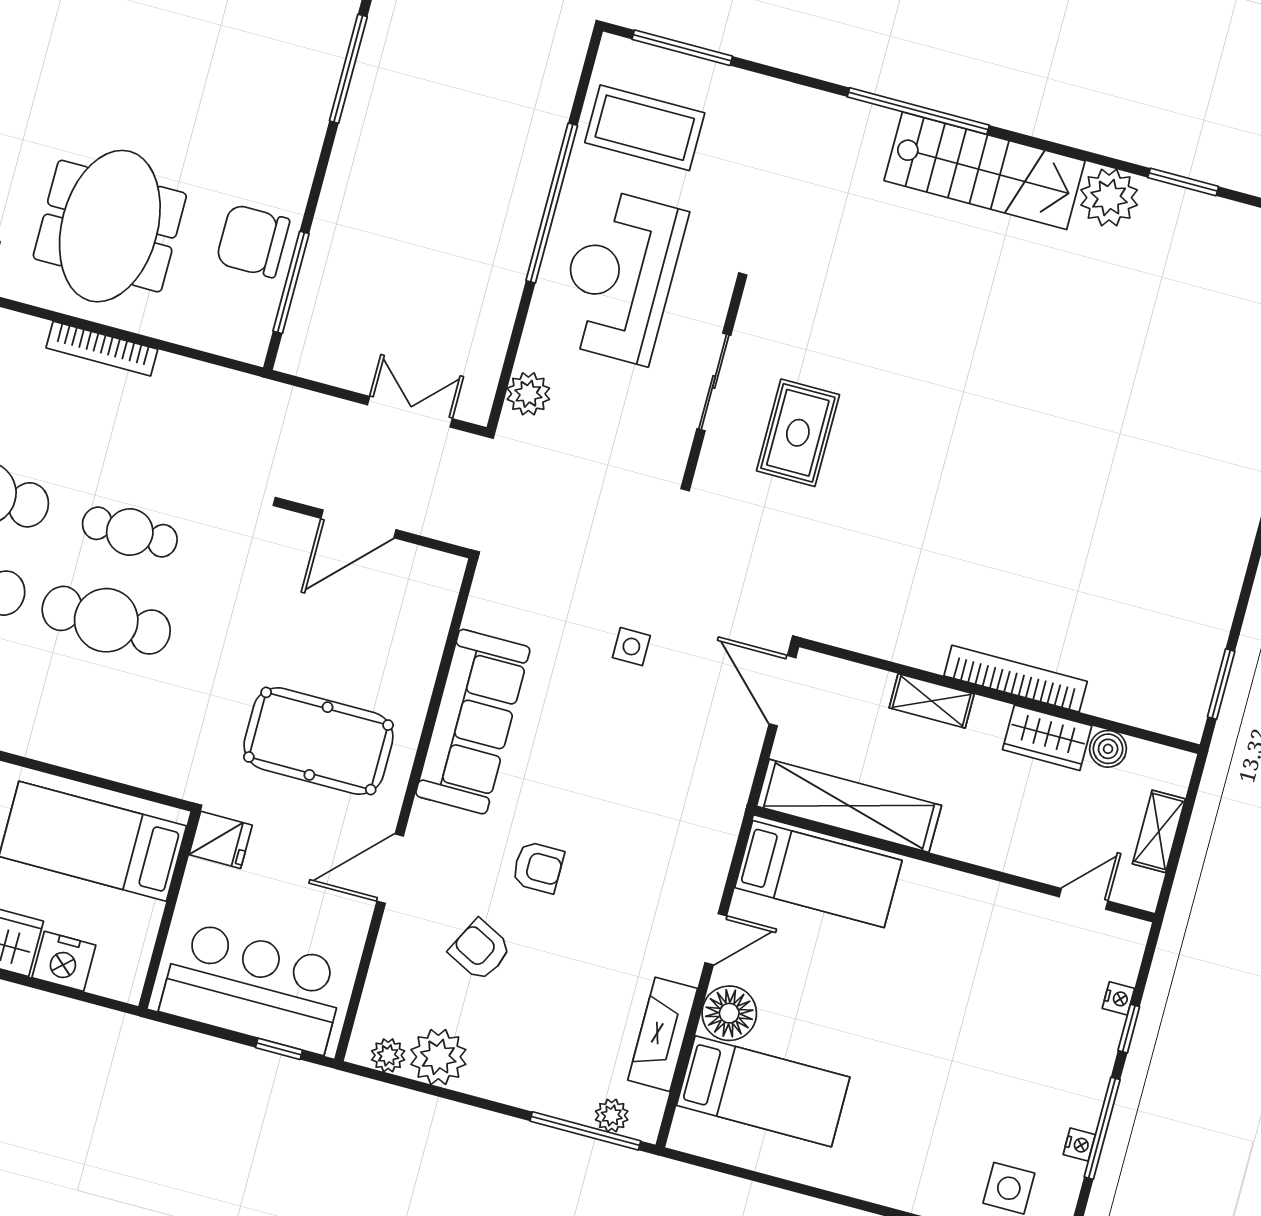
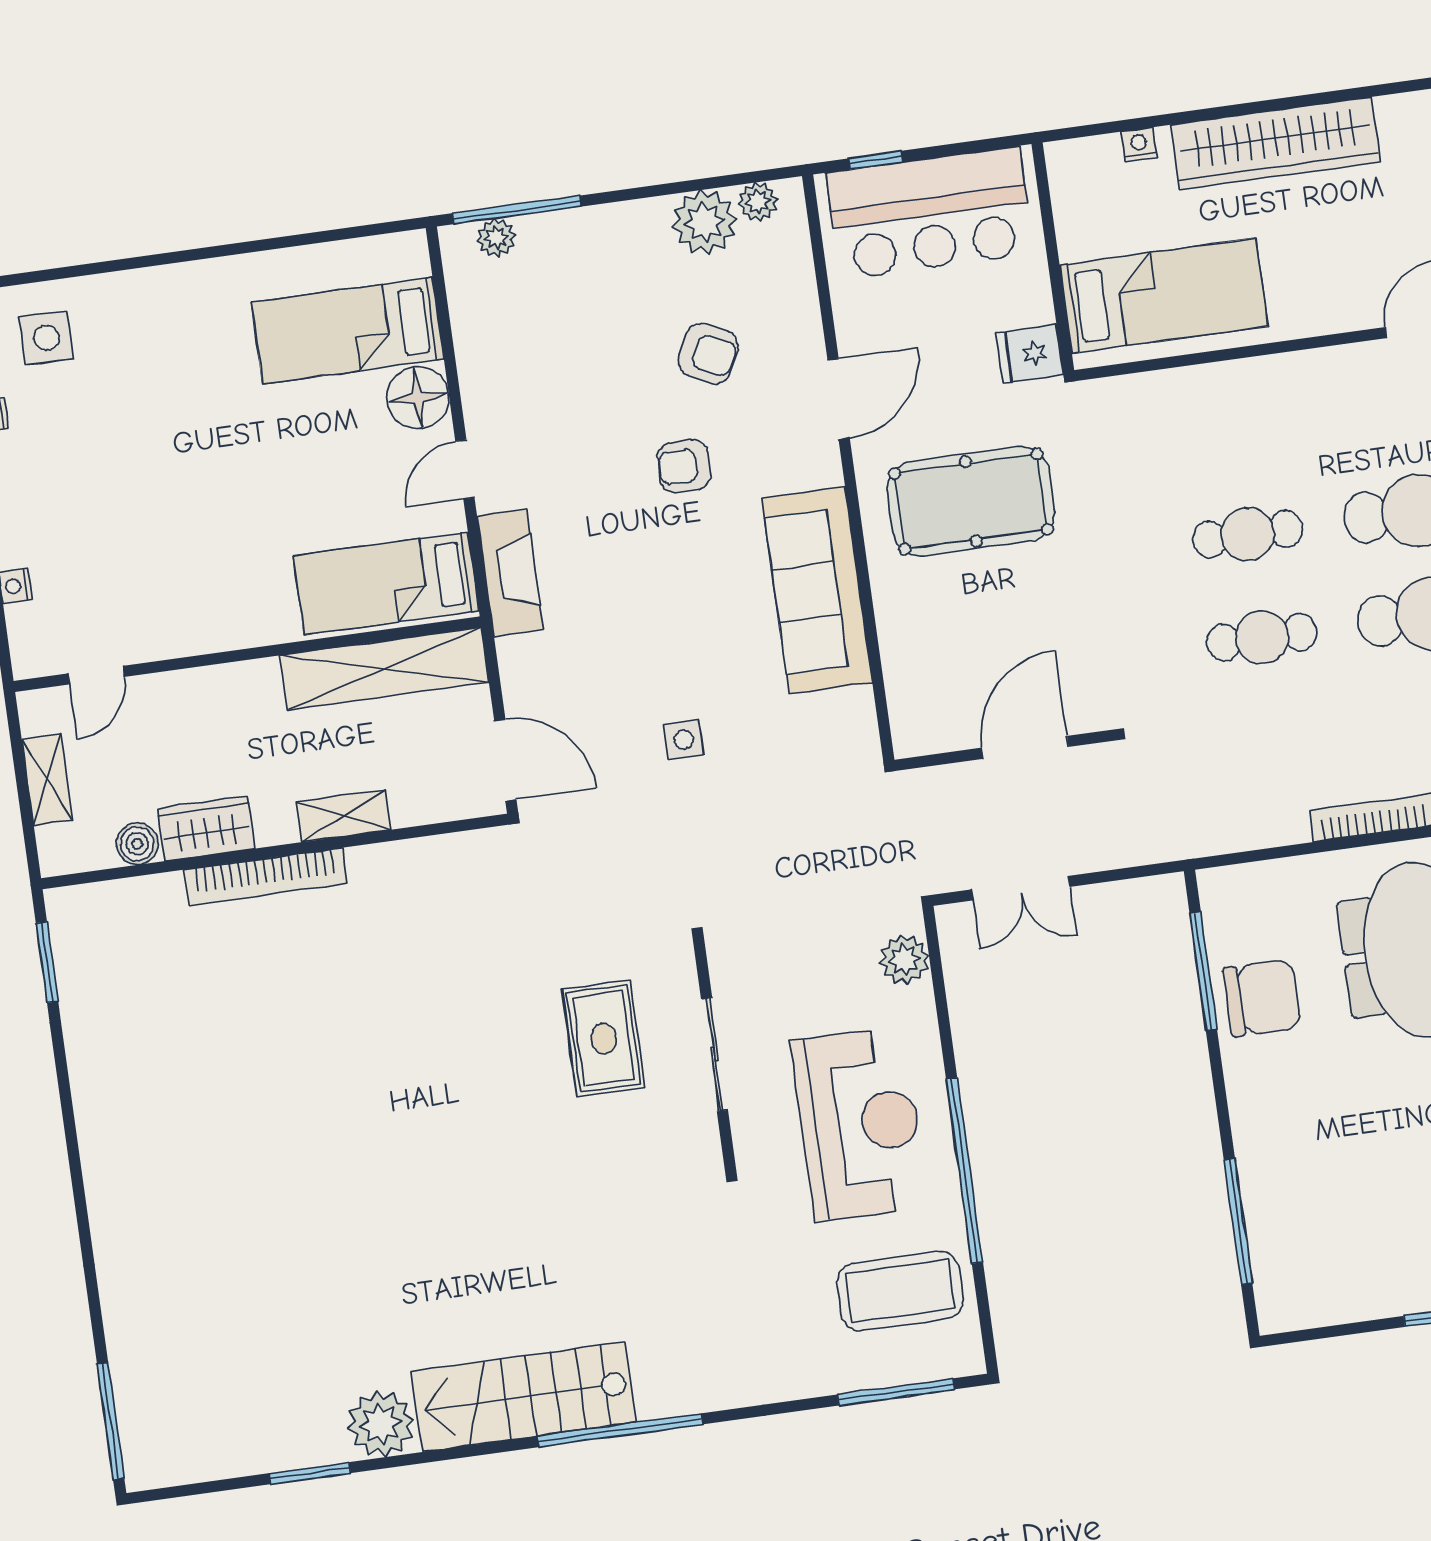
cafe table: (106, 620) -> (1248, 534), width x0.73, depth x0.74
nightstand: (64, 961) -> (1139, 145), width x0.53, depth x0.56
fireplace: (663, 1034) -> (510, 573), moved

